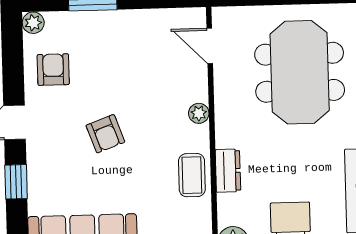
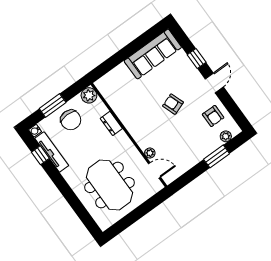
plant: (33, 23) -> (226, 136), moved
plant: (199, 113) -> (150, 153), moved
coffee table: (192, 175) -> (125, 111), removed

